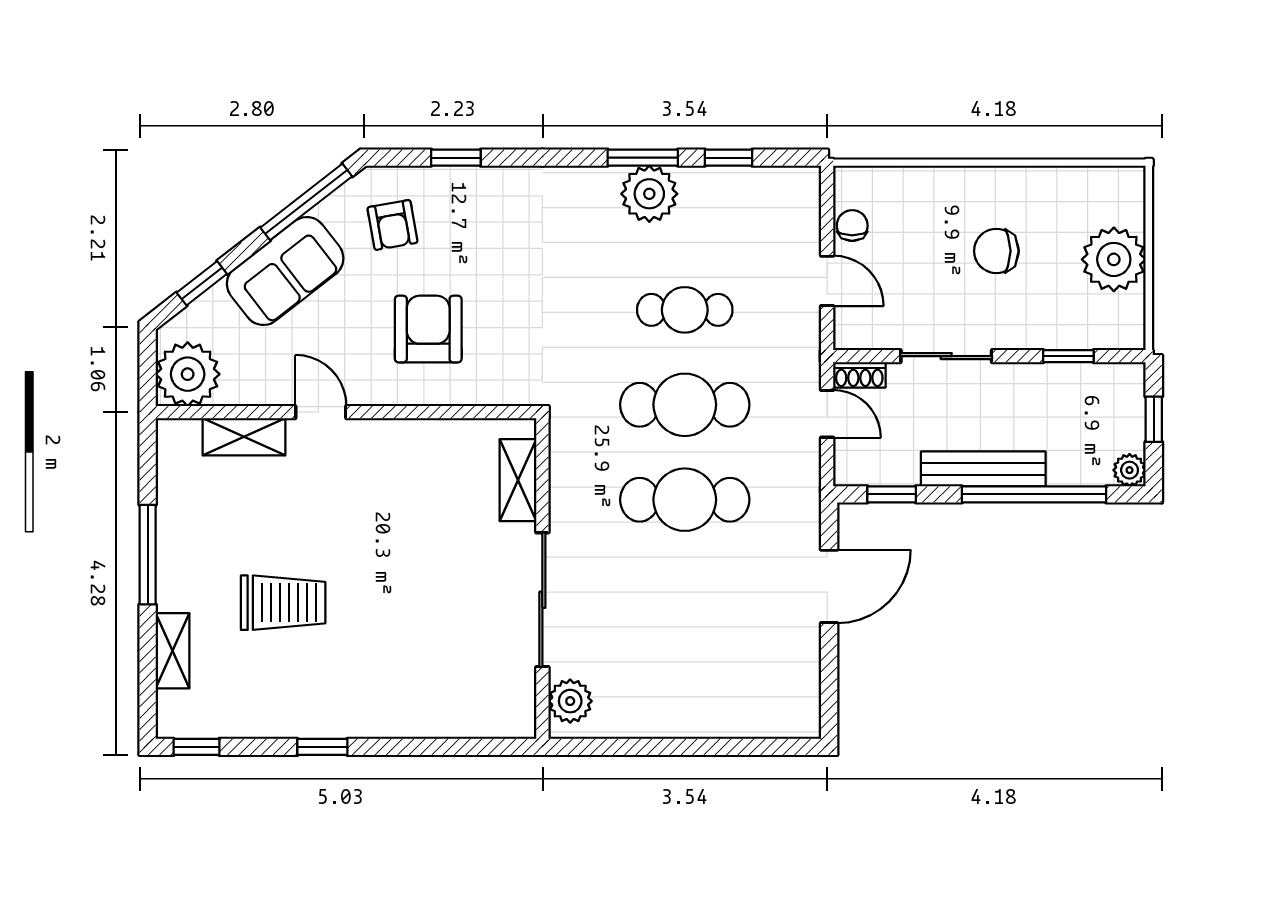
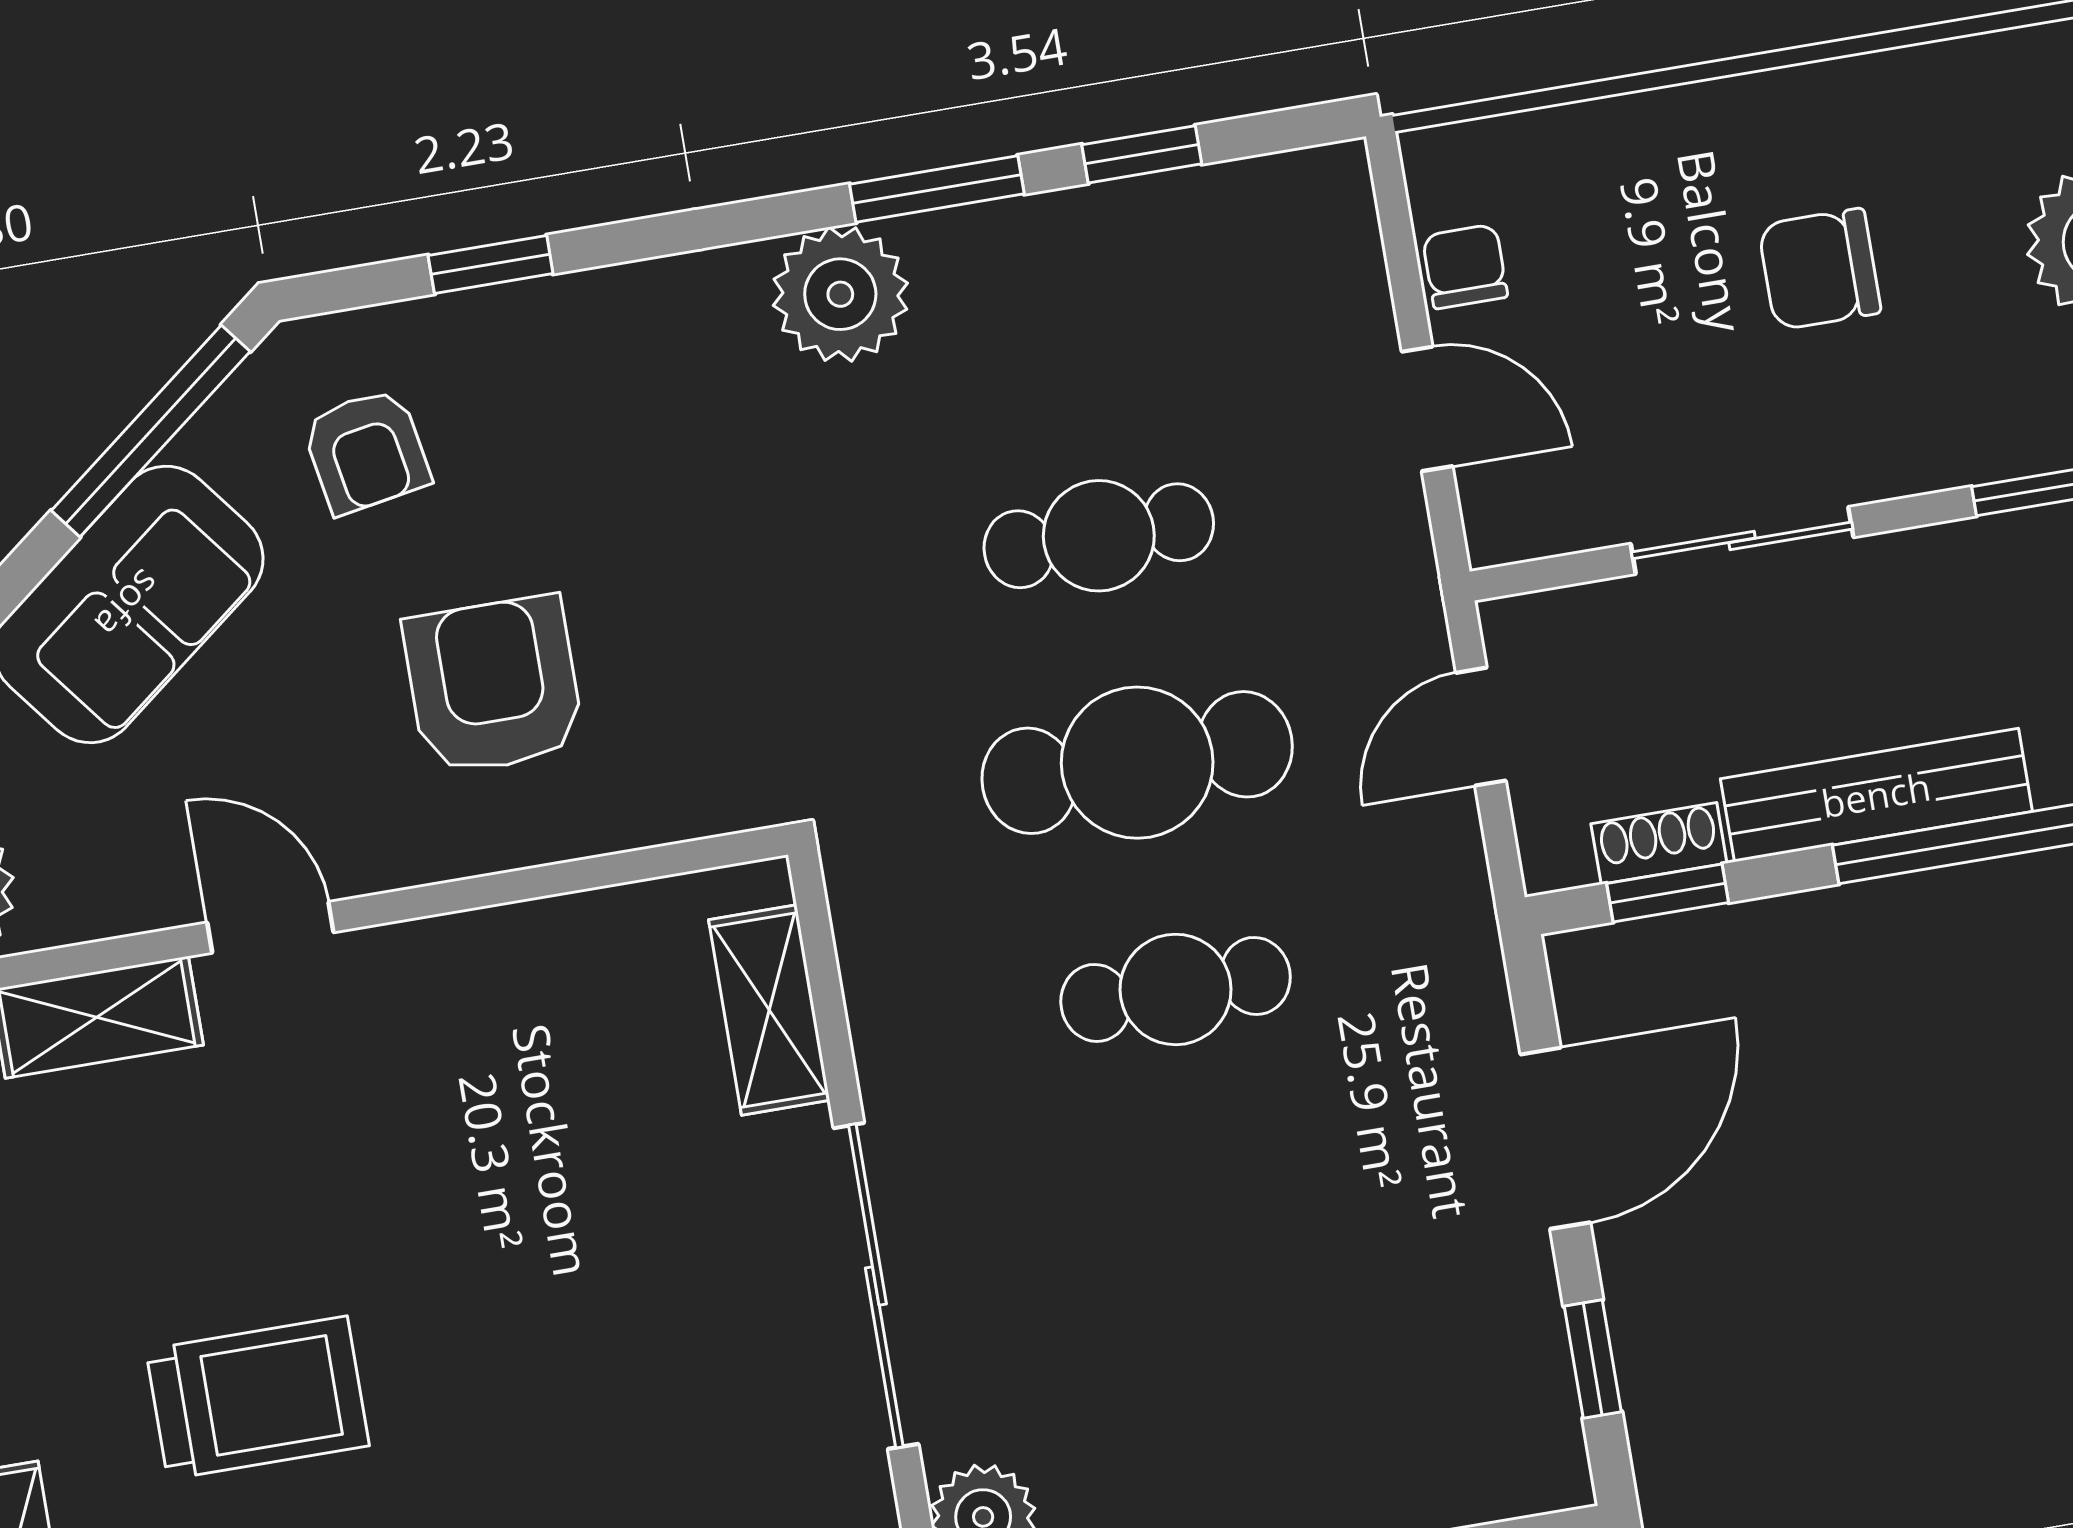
plant: (649, 194) -> (840, 294), moved
shoe rack: (859, 375) -> (1659, 843), moved, turned 180
door: (827, 414) -> (1481, 727), swing flipped
cafe table: (685, 500) -> (1176, 989), width x0.73, depth x0.74
window: (829, 679) -> (1593, 1359), added

